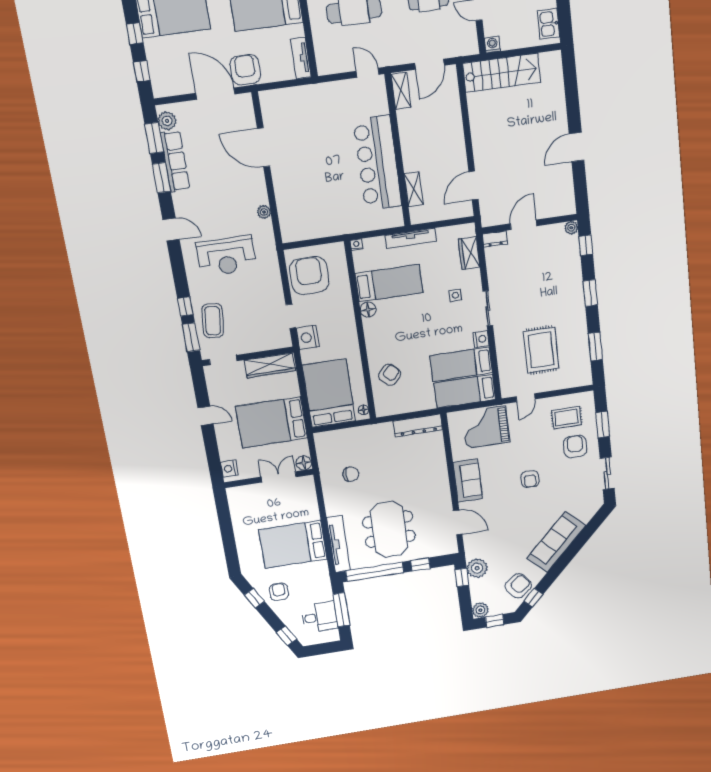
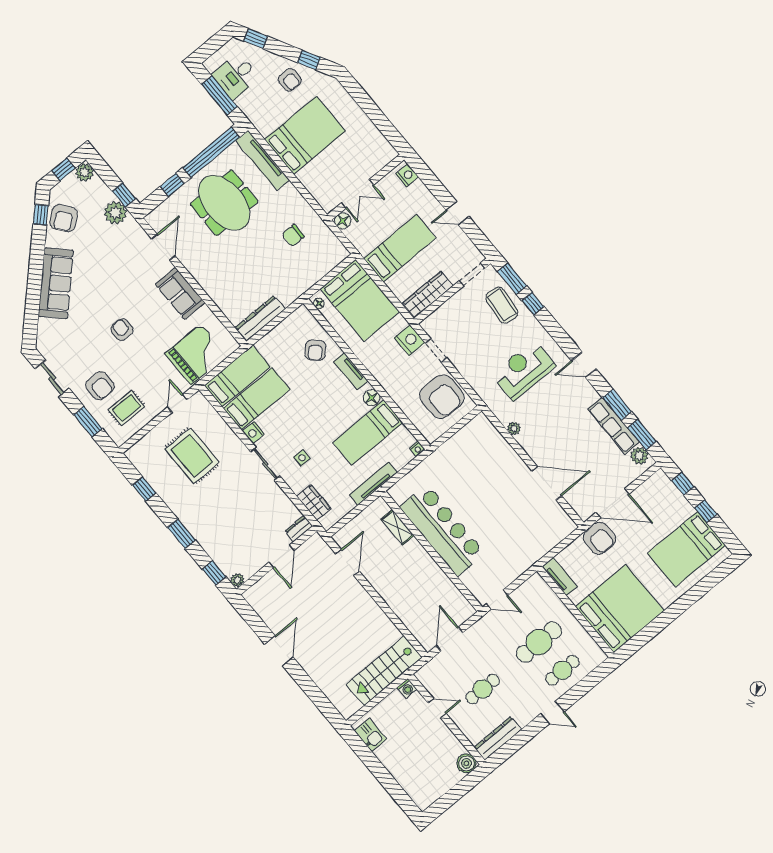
shelving: (401, 91) -> (460, 603), removed
tv unit: (372, 341) -> (351, 371), added
window: (595, 346) -> (144, 489), width x0.67
bed: (272, 422) -> (400, 248), width x0.67
door: (458, 522) -> (163, 247), swing flipped

